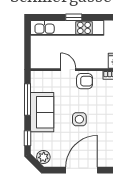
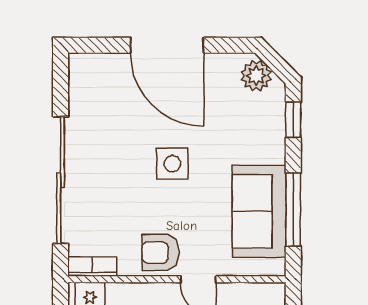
sofa: (42, 112) -> (259, 211), moved
door: (82, 170) -> (167, 45), hinge flipped

